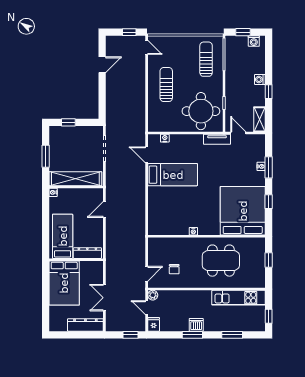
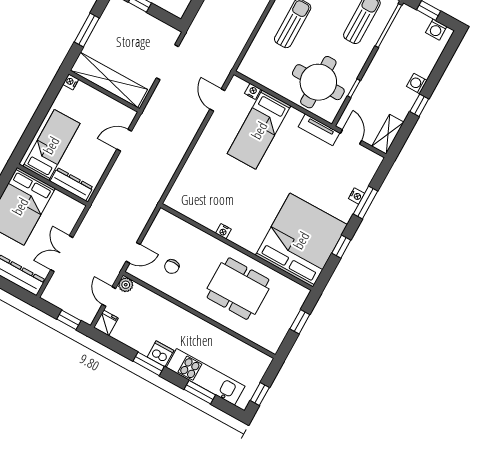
bed: (173, 175) -> (259, 130), moved, turned 90
kitchen unit: (239, 298) -> (206, 377), moved, turned 180

